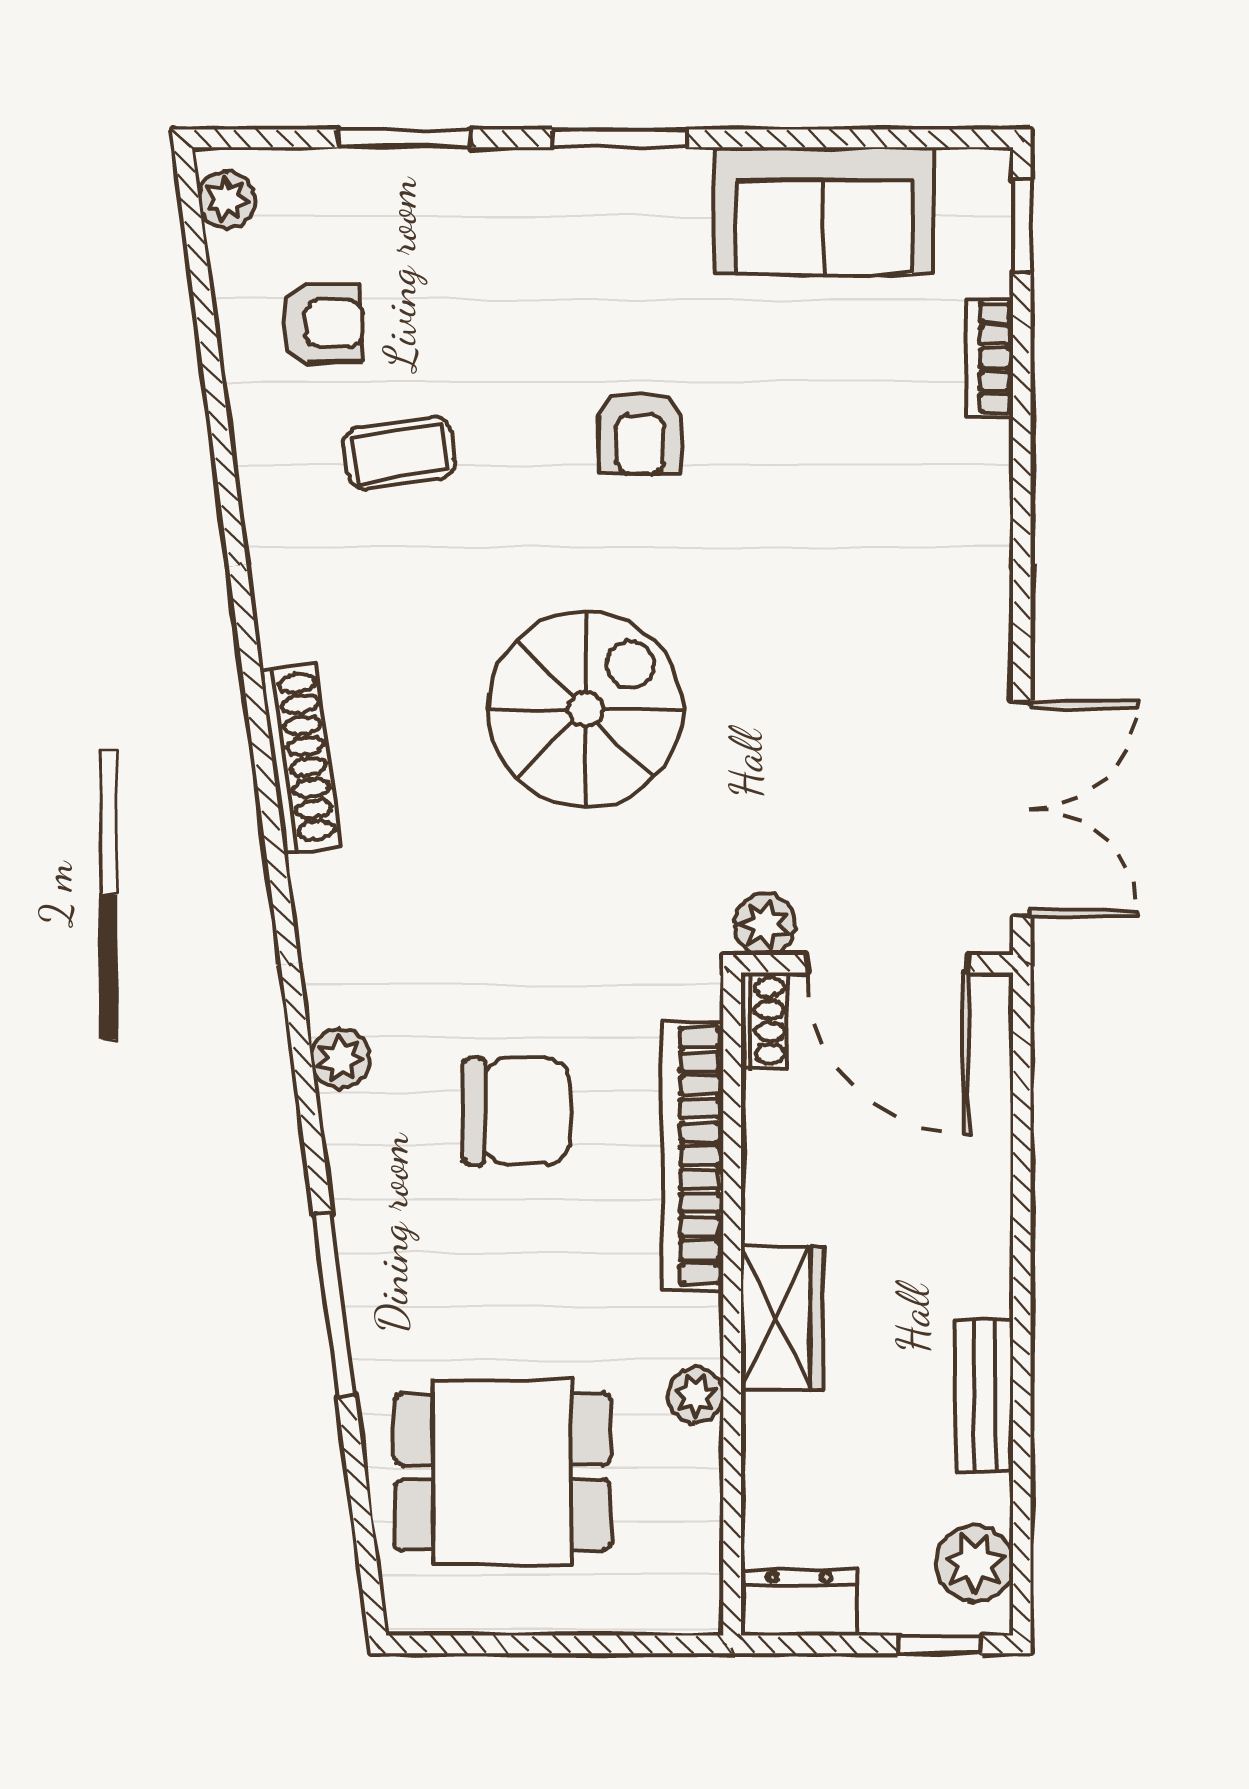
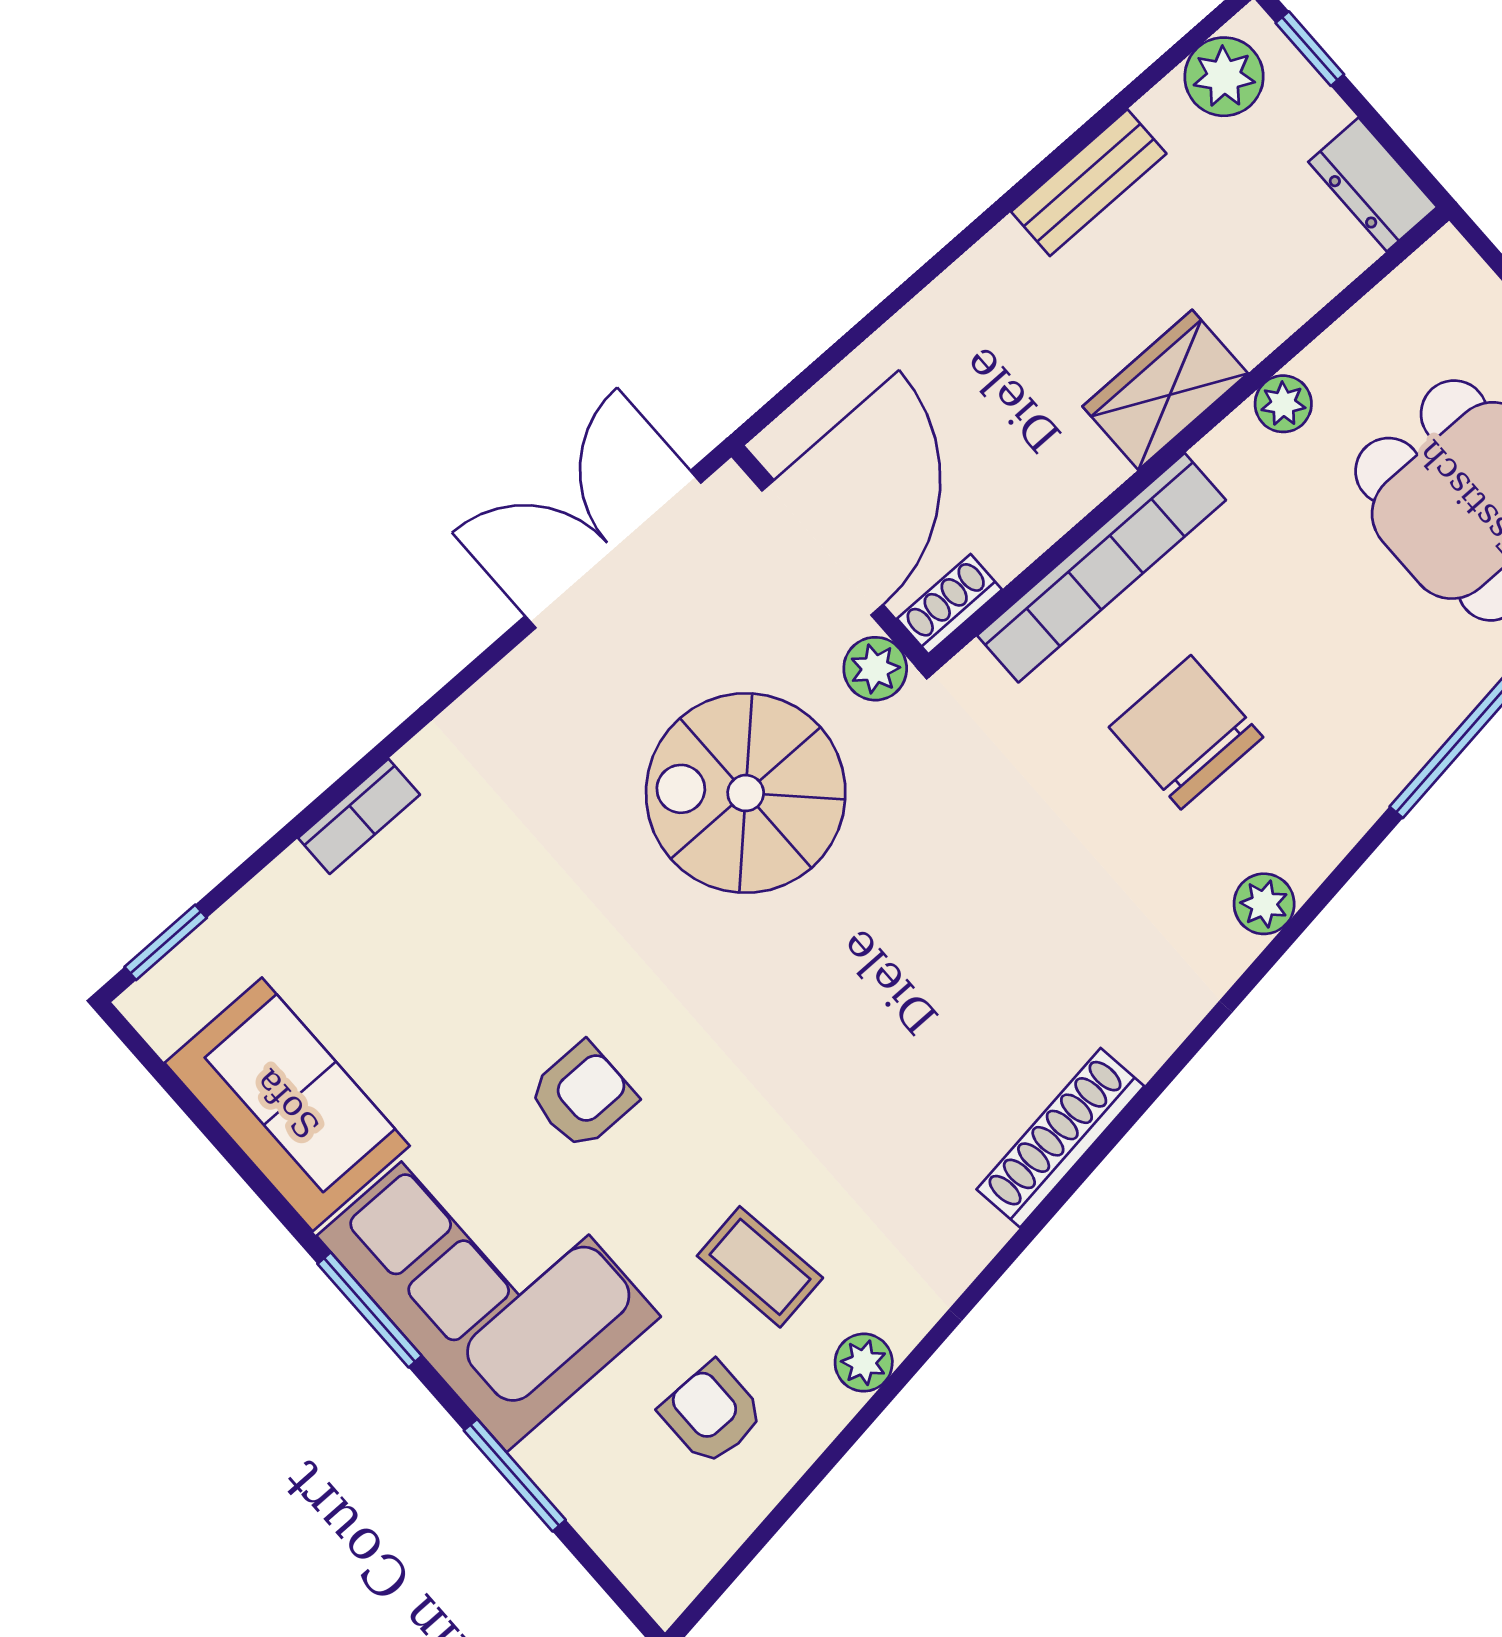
plant: (227, 200) -> (864, 1363), moved
corner sofa: (567, 248) -> (489, 1276), added
bookcase: (989, 358) -> (359, 816), moved
spiral stairs: (585, 709) -> (746, 793), moved

